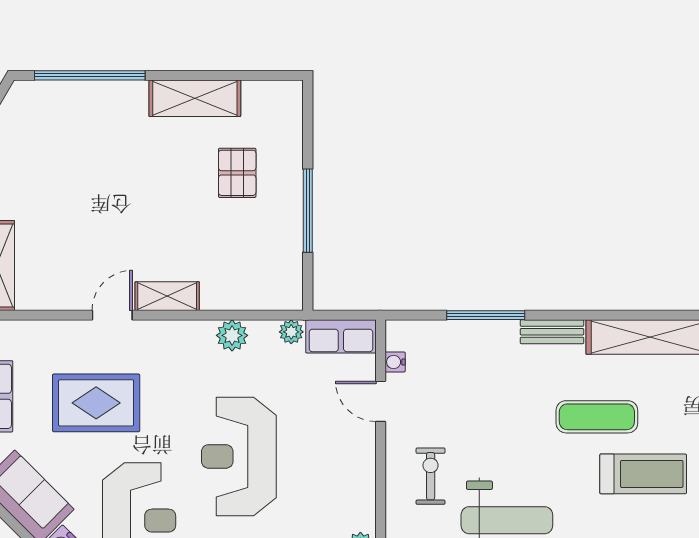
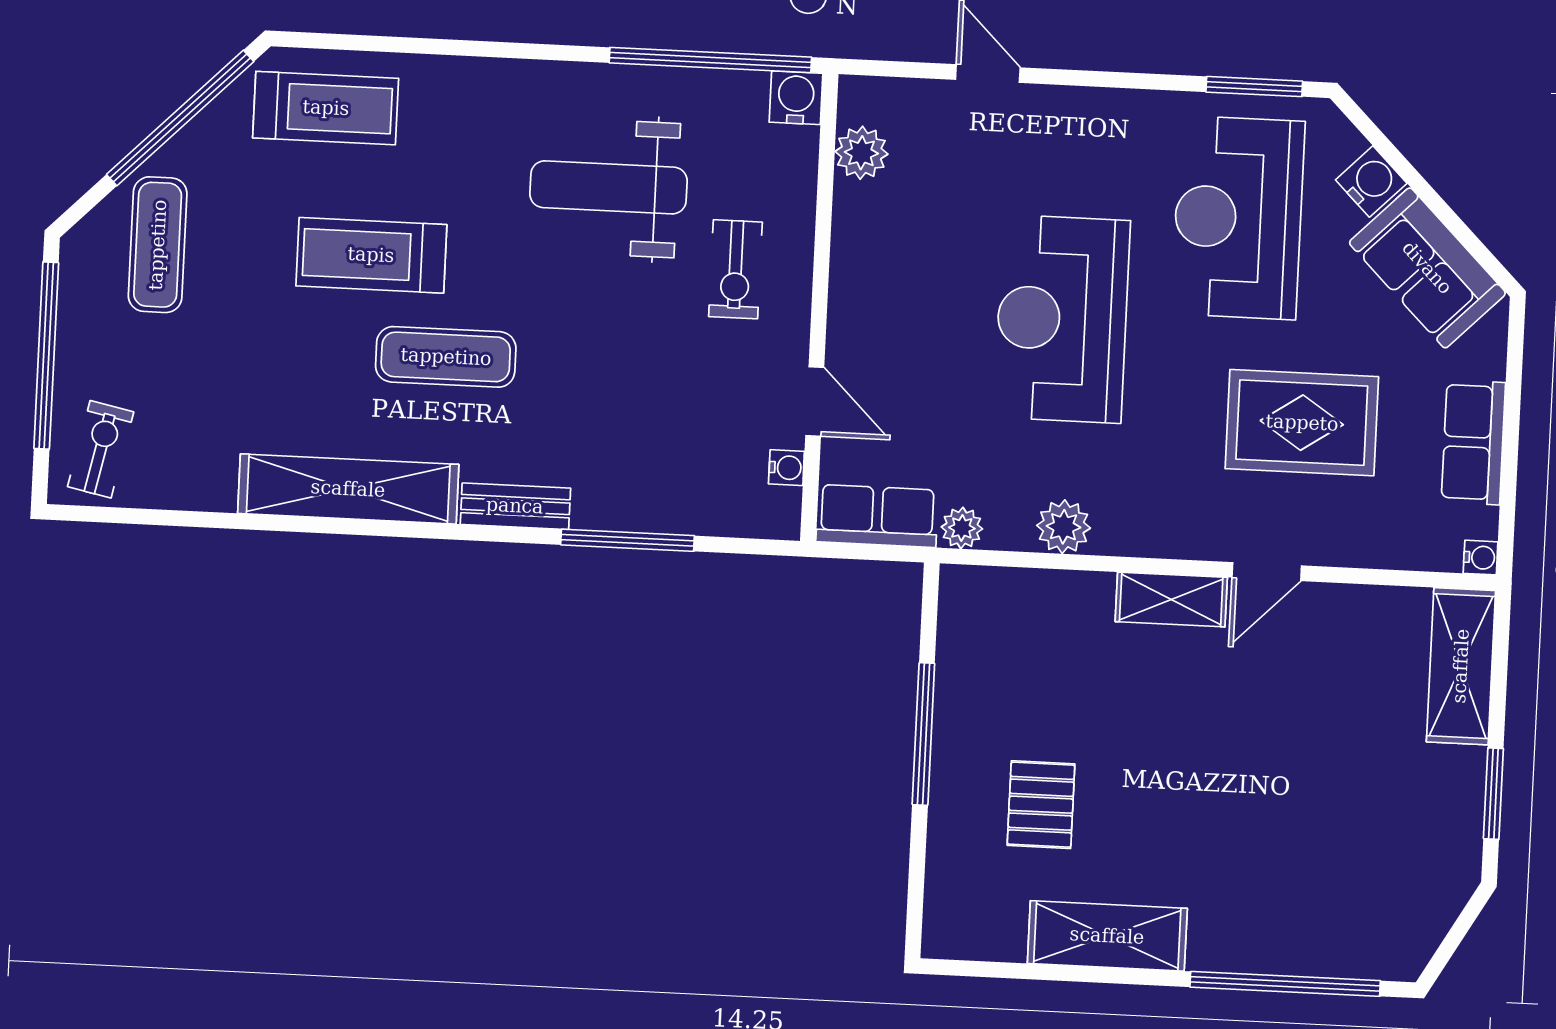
reception desk: (239, 456) -> (1062, 319), turned 180

